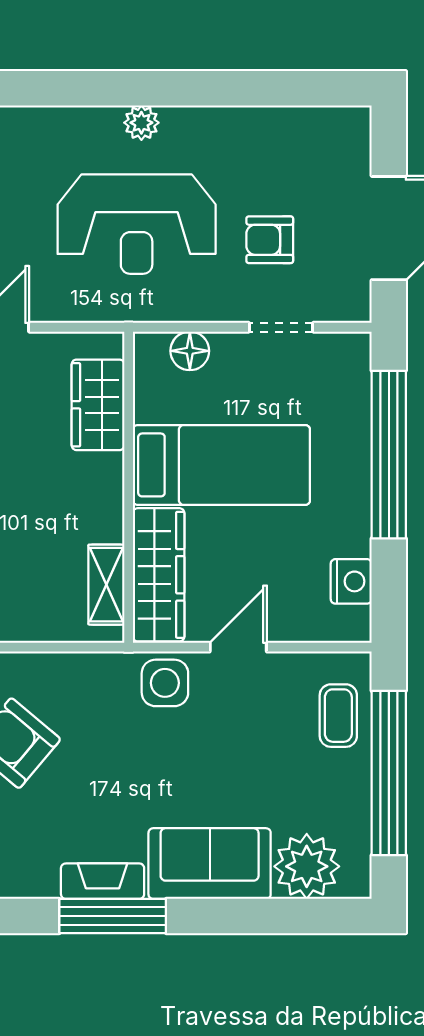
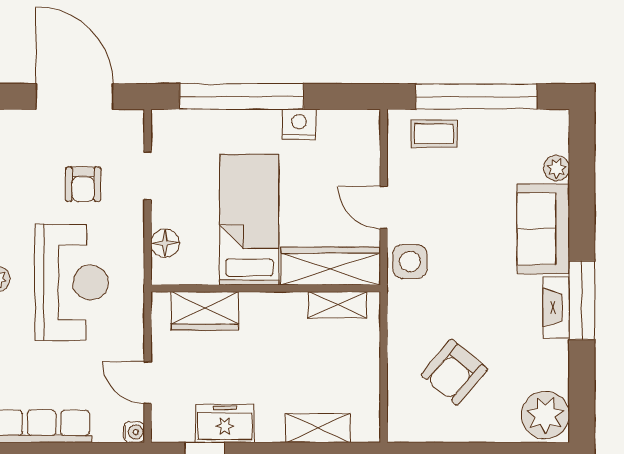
nightstand: (351, 581) -> (299, 124), moved
plant: (307, 866) -> (556, 168), width x0.53, depth x0.53

